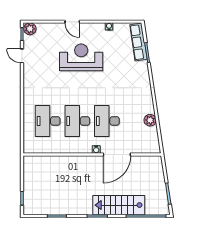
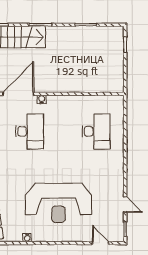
door: (72, 22) -> (100, 243), moved
plant: (30, 29) -> (116, 235), removed
reception desk: (81, 57) -> (58, 203), width x1.36, depth x1.30
desk: (77, 121) -> (63, 131), removed

